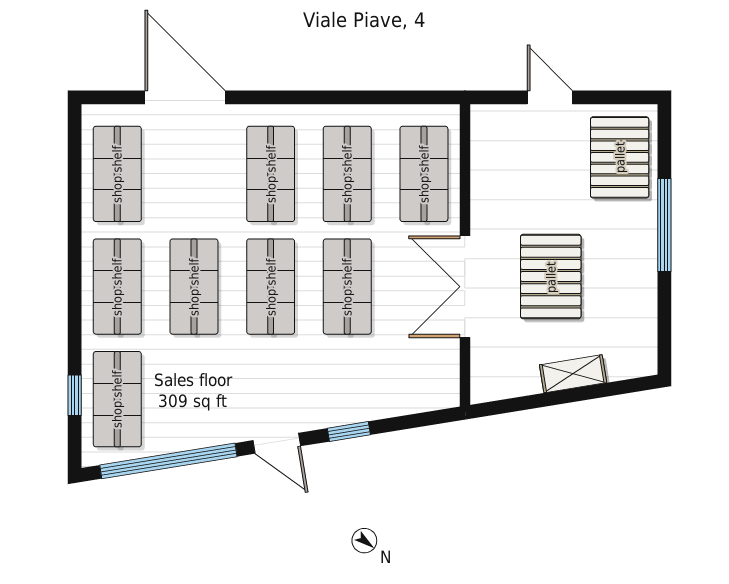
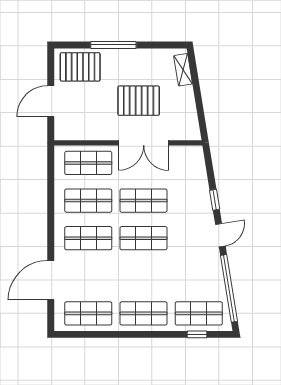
door: (550, 97) -> (51, 101), width x1.38
shop shelf: (194, 287) -> (144, 276), removed
shelving: (573, 374) -> (183, 70), moved

